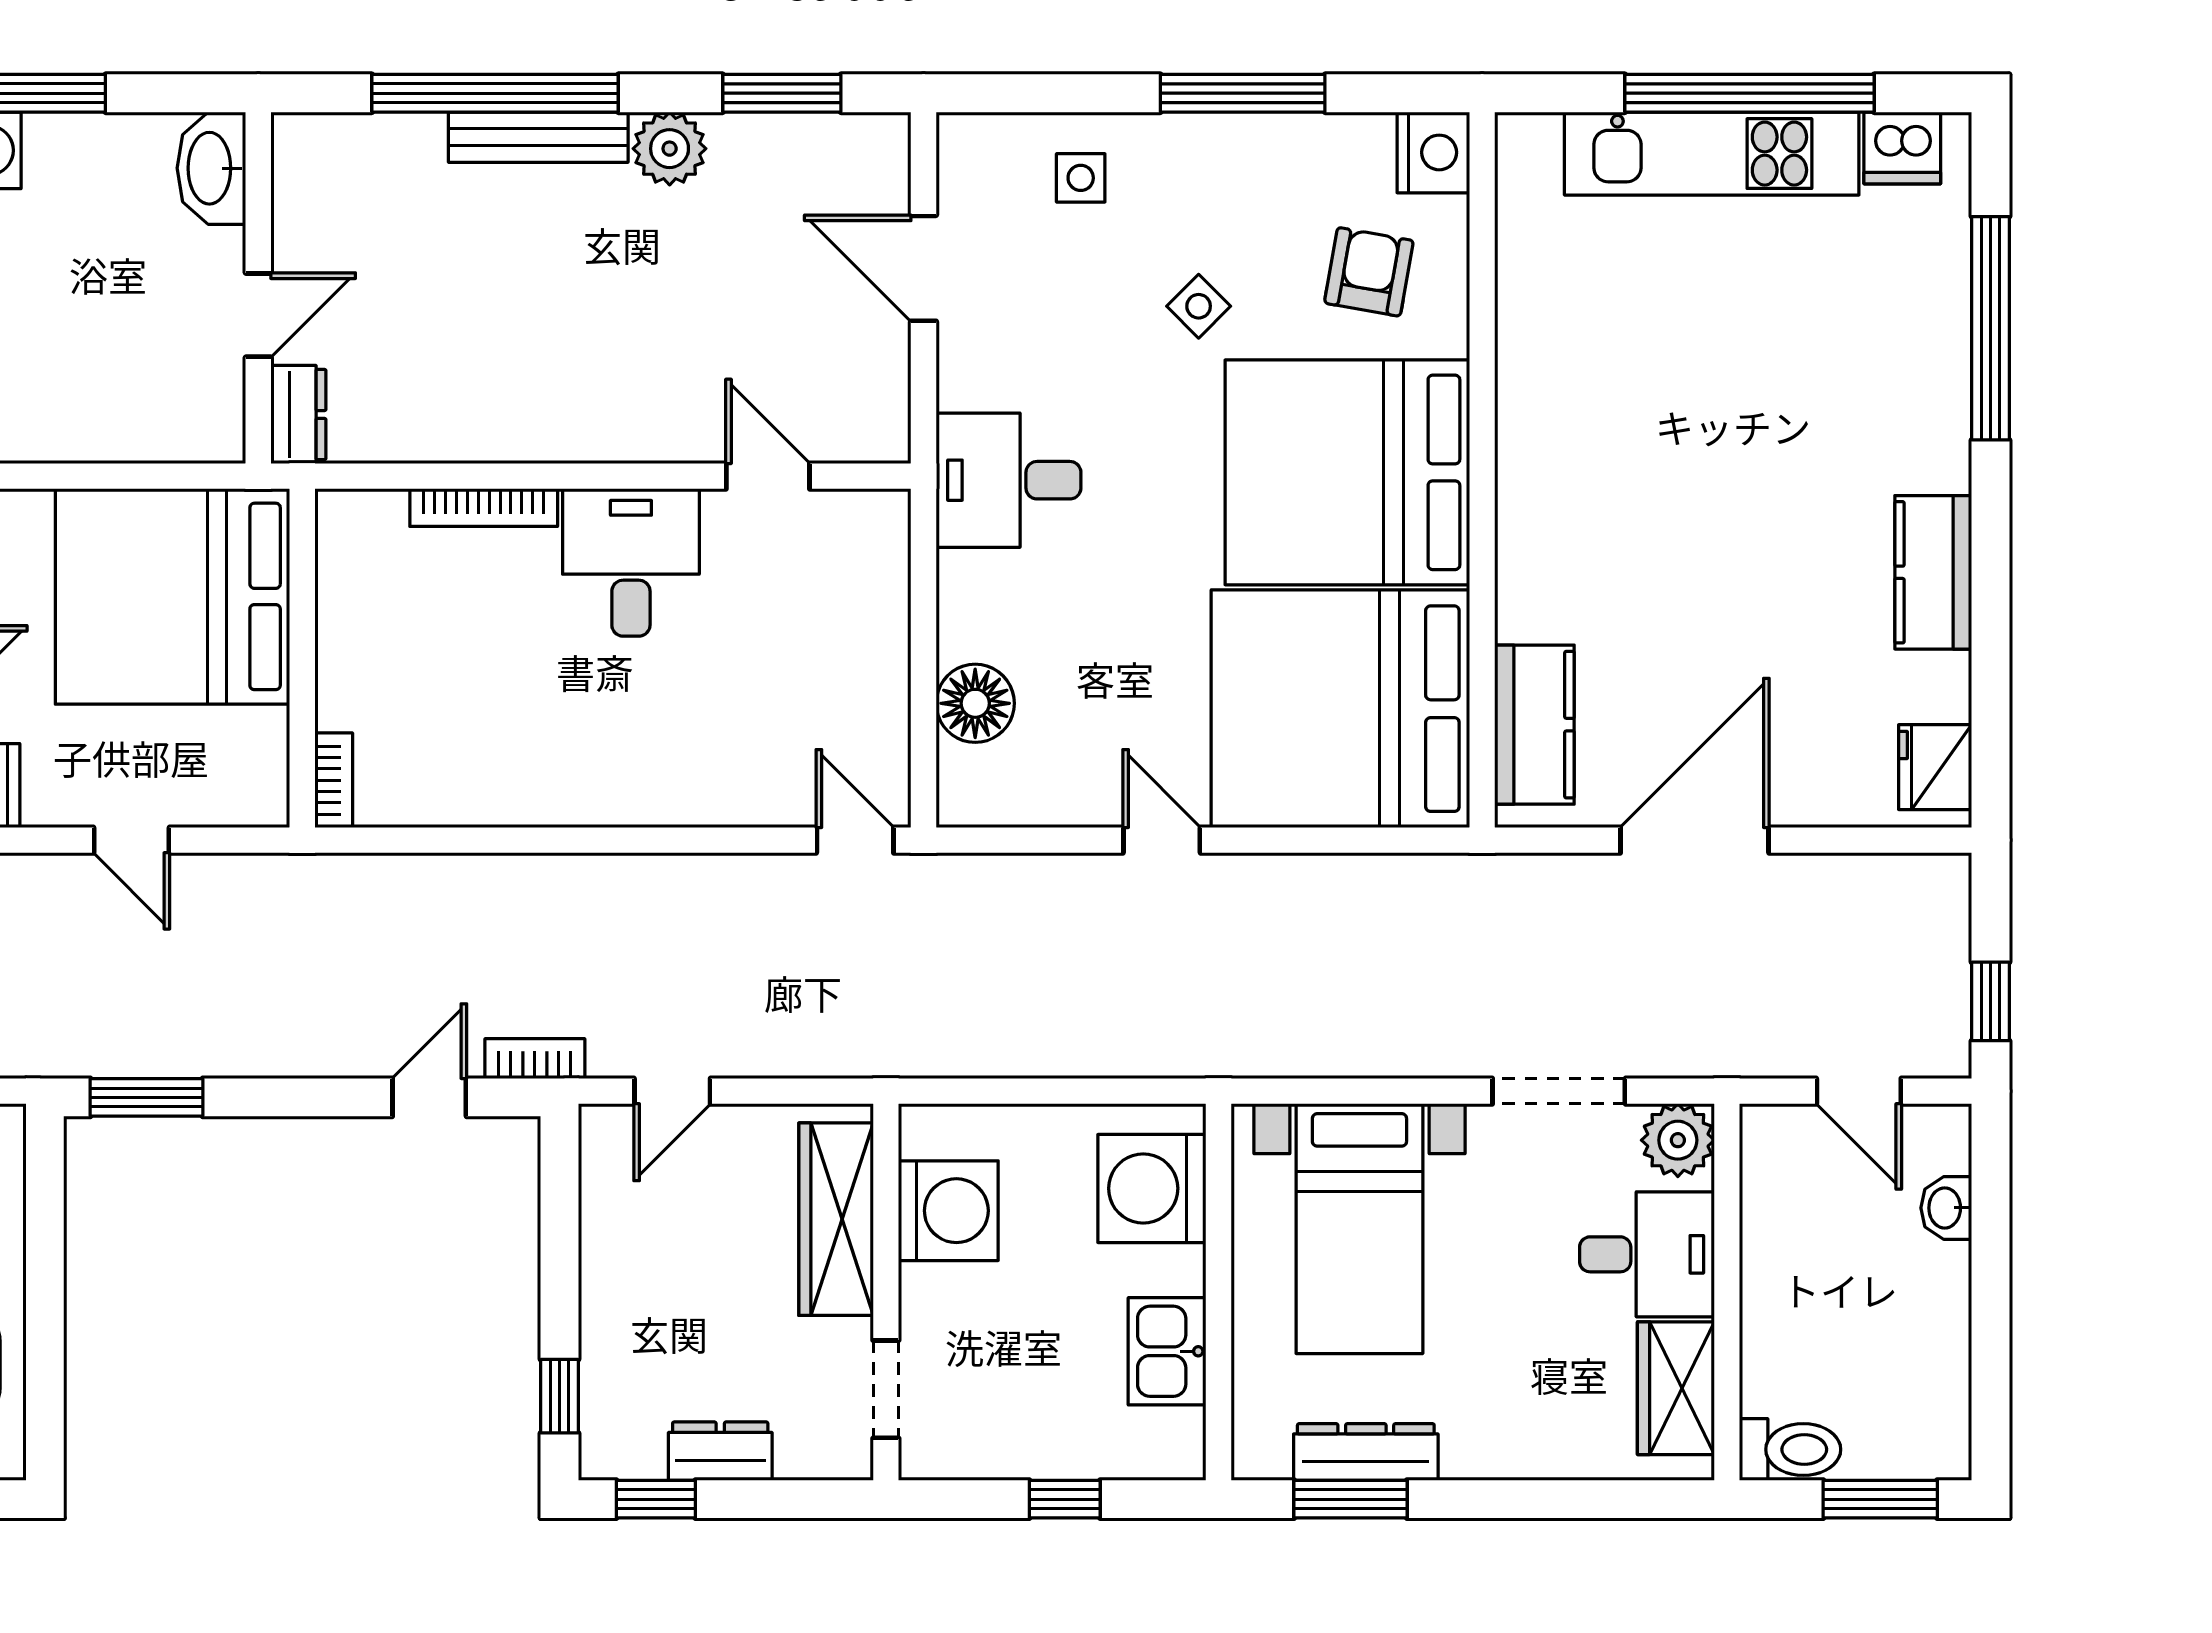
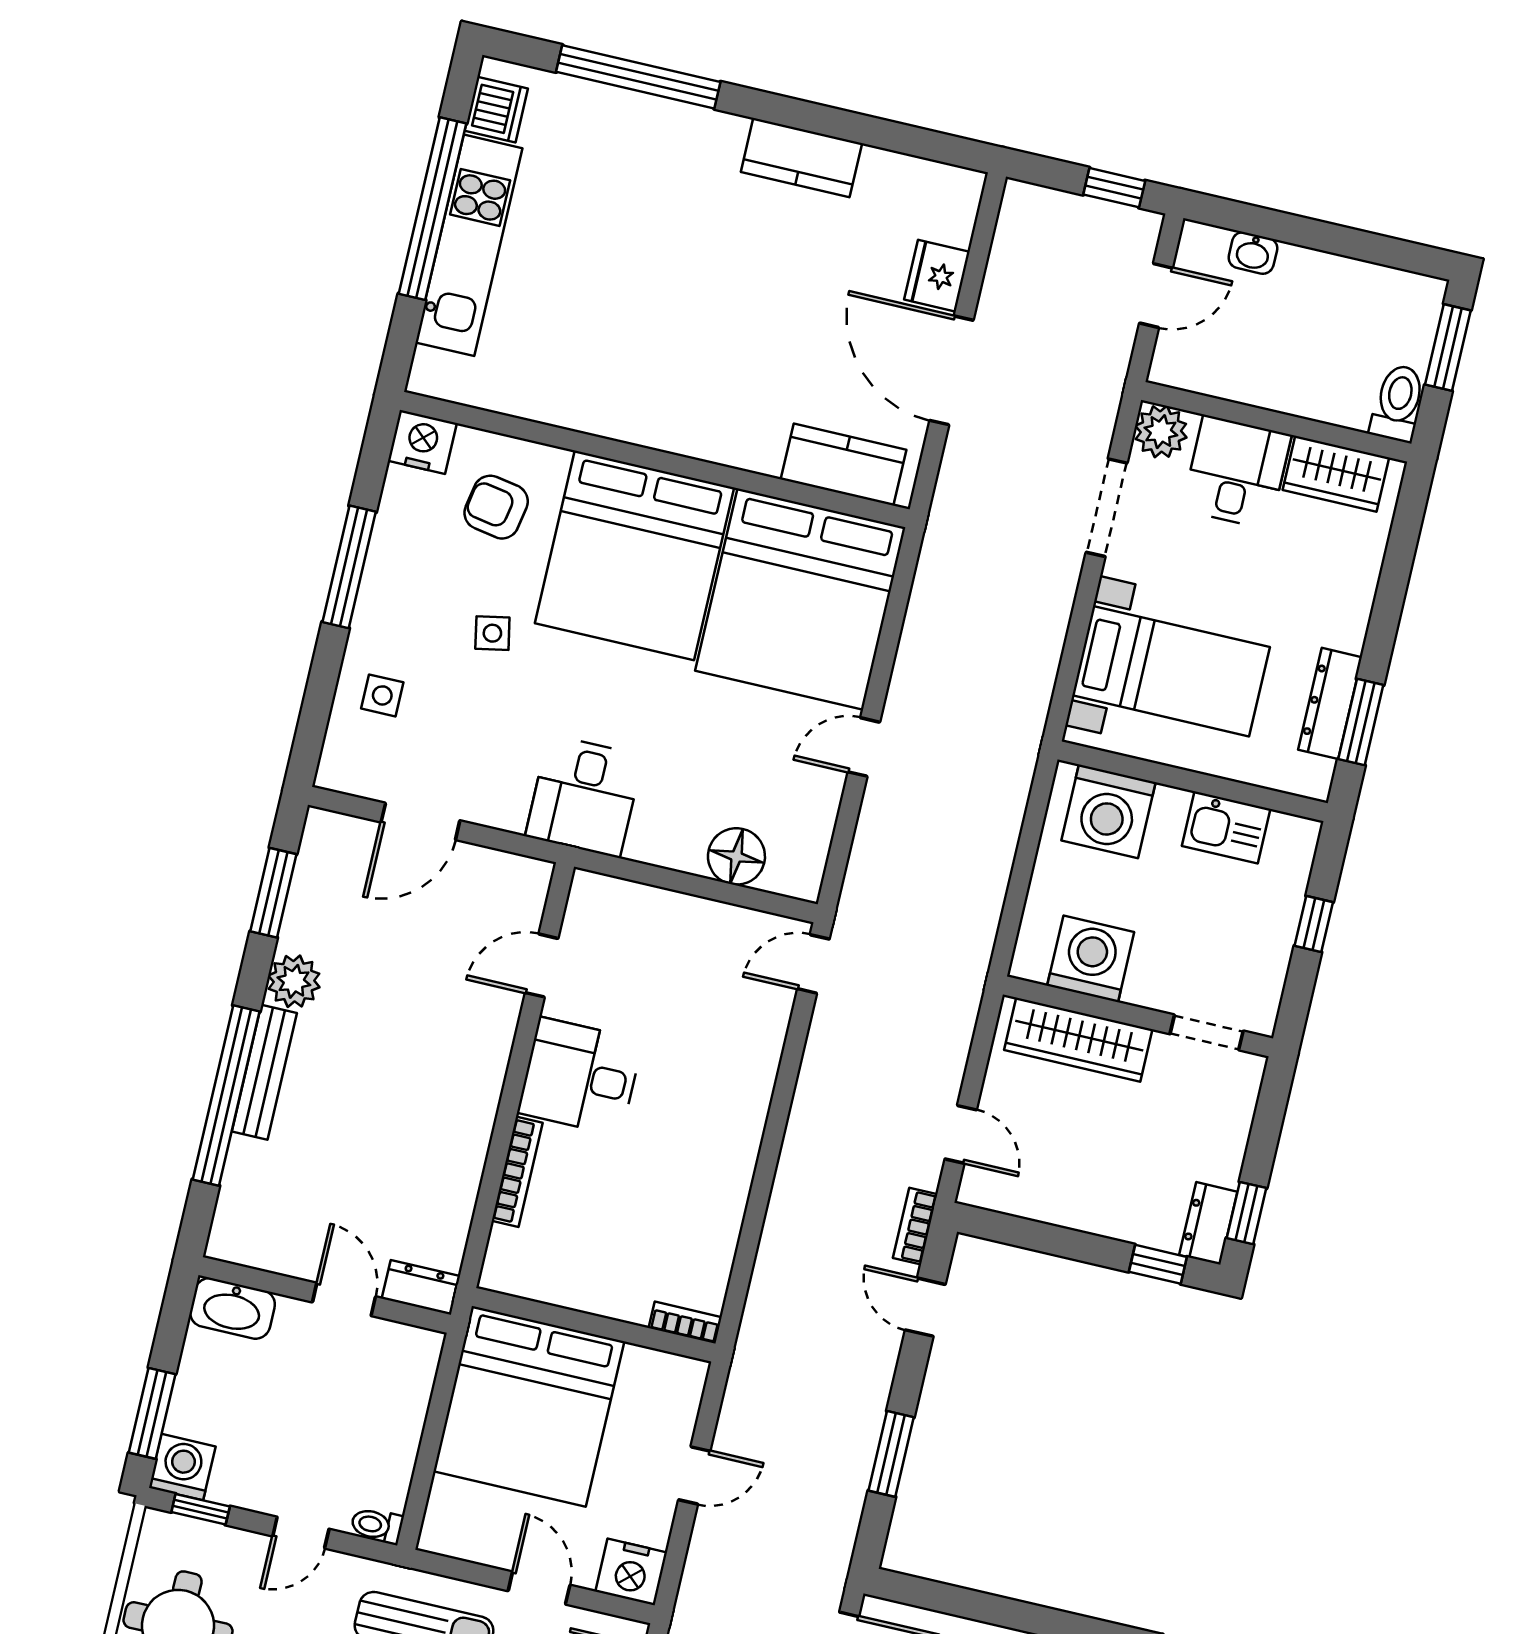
side table: (1199, 306) -> (492, 633), turned 34
fridge: (1935, 767) -> (937, 276), moved, turned 90
window: (147, 1097) -> (891, 1454), moved
dresser: (720, 1451) -> (1208, 1223), moved

